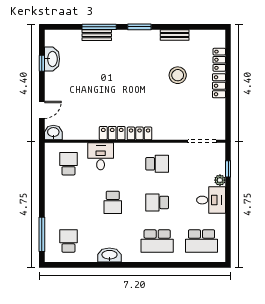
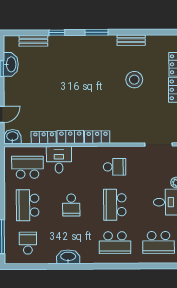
window: (99, 27) -> (57, 33), width x0.46
bench: (97, 35) -> (33, 41), moved
locker: (85, 134) -> (44, 137), added
school desk: (68, 164) -> (27, 167), width x1.85
school desk: (68, 202) -> (28, 205), added
school desk: (157, 202) -> (115, 205), width x1.85

